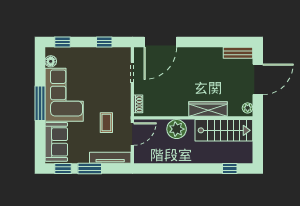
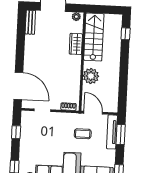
wardrobe: (208, 109) -> (76, 44), width x0.67
window: (90, 168) -> (121, 134), moved

